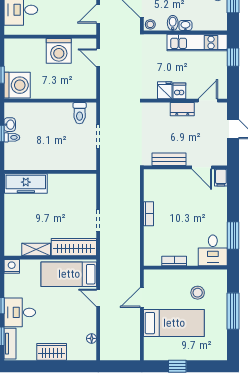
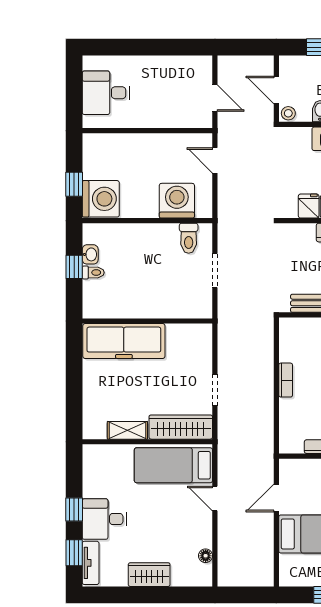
door: (98, 14) -> (215, 98), swing flipped
washing machine: (59, 51) -> (177, 201), moved, turned 180
freezer: (26, 183) -> (124, 341), width x1.36, depth x1.26
nightstand: (12, 266) -> (93, 454), removed

